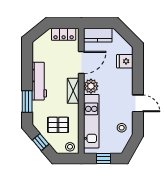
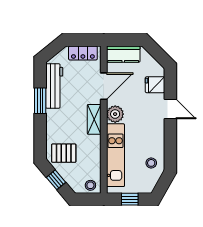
workbench: (39, 81) -> (54, 86), moved
window: (27, 101) -> (40, 101), moved
door: (138, 103) -> (170, 109), moved
pallet: (58, 125) -> (64, 153), moved

